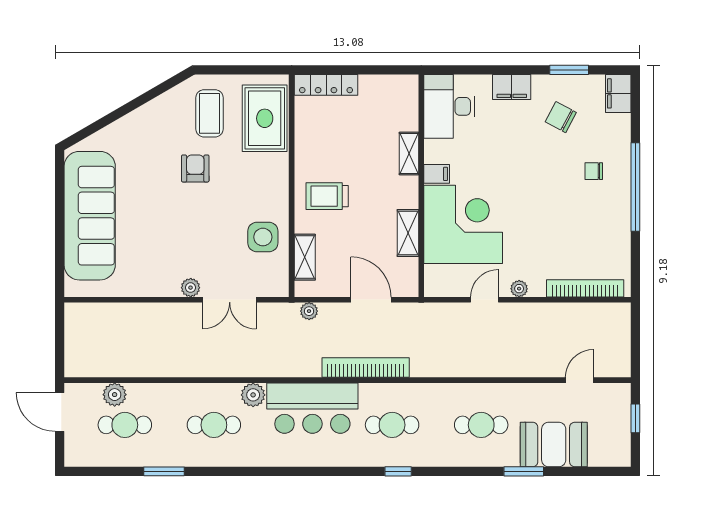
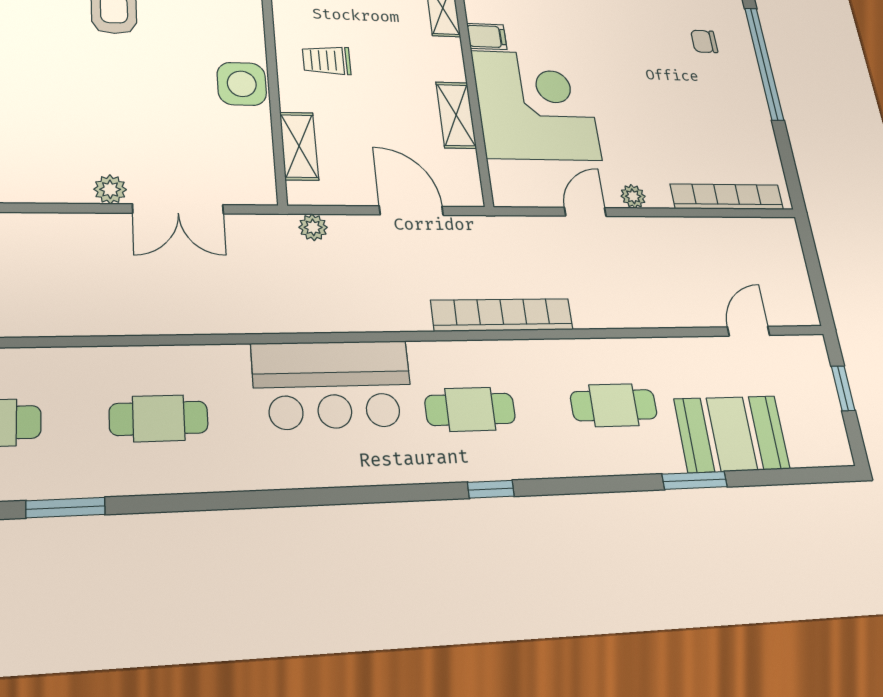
trolley: (327, 196) -> (327, 60), width x0.73, depth x0.72
side table: (263, 237) -> (242, 84), moved
bookcase: (366, 368) -> (502, 315), moved
plant: (253, 395) -> (227, 364), removed

